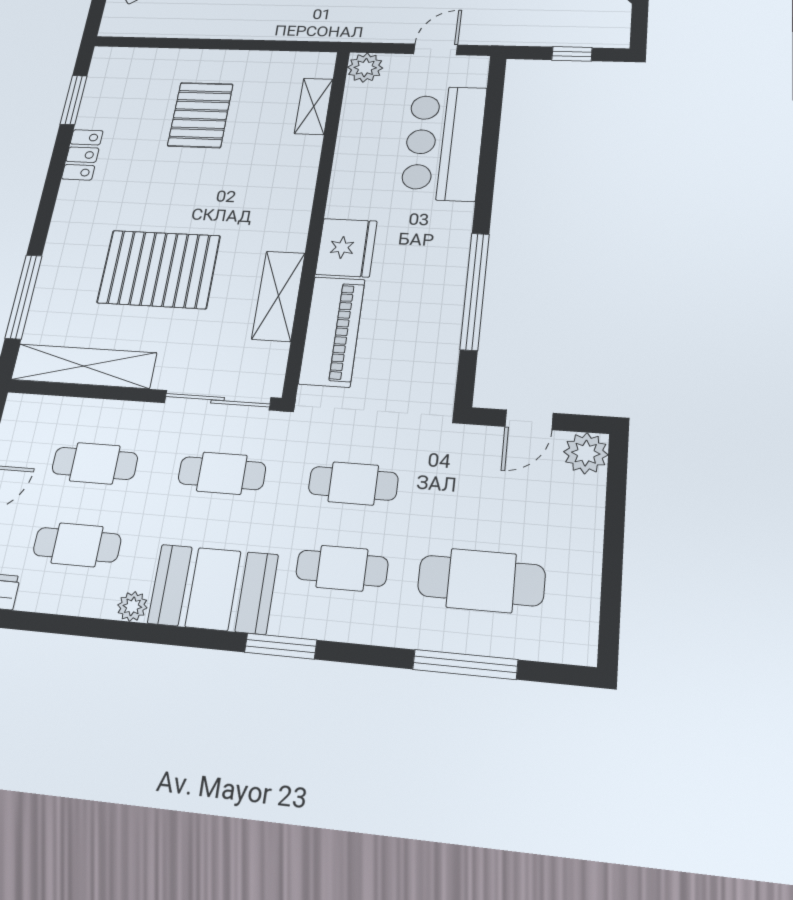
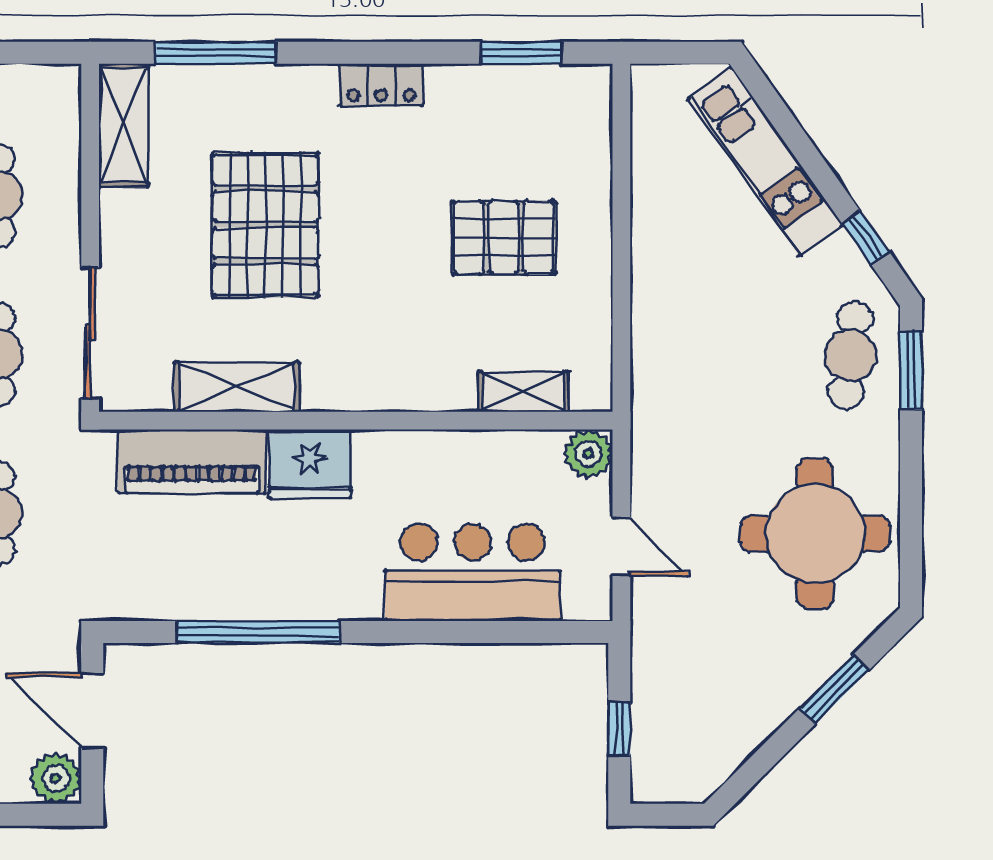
locker: (82, 155) -> (381, 85), moved
shelving: (84, 366) -> (124, 125), width x0.68
door: (529, 420) -> (92, 711), width x1.37

